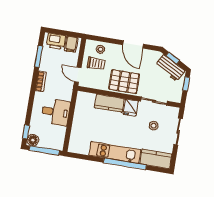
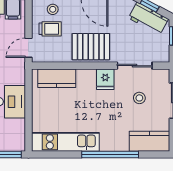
door: (78, 75) -> (28, 48), hinge flipped
kitchen counter: (109, 103) -> (57, 78), moved
kitchen unit: (115, 152) -> (65, 142), moved

